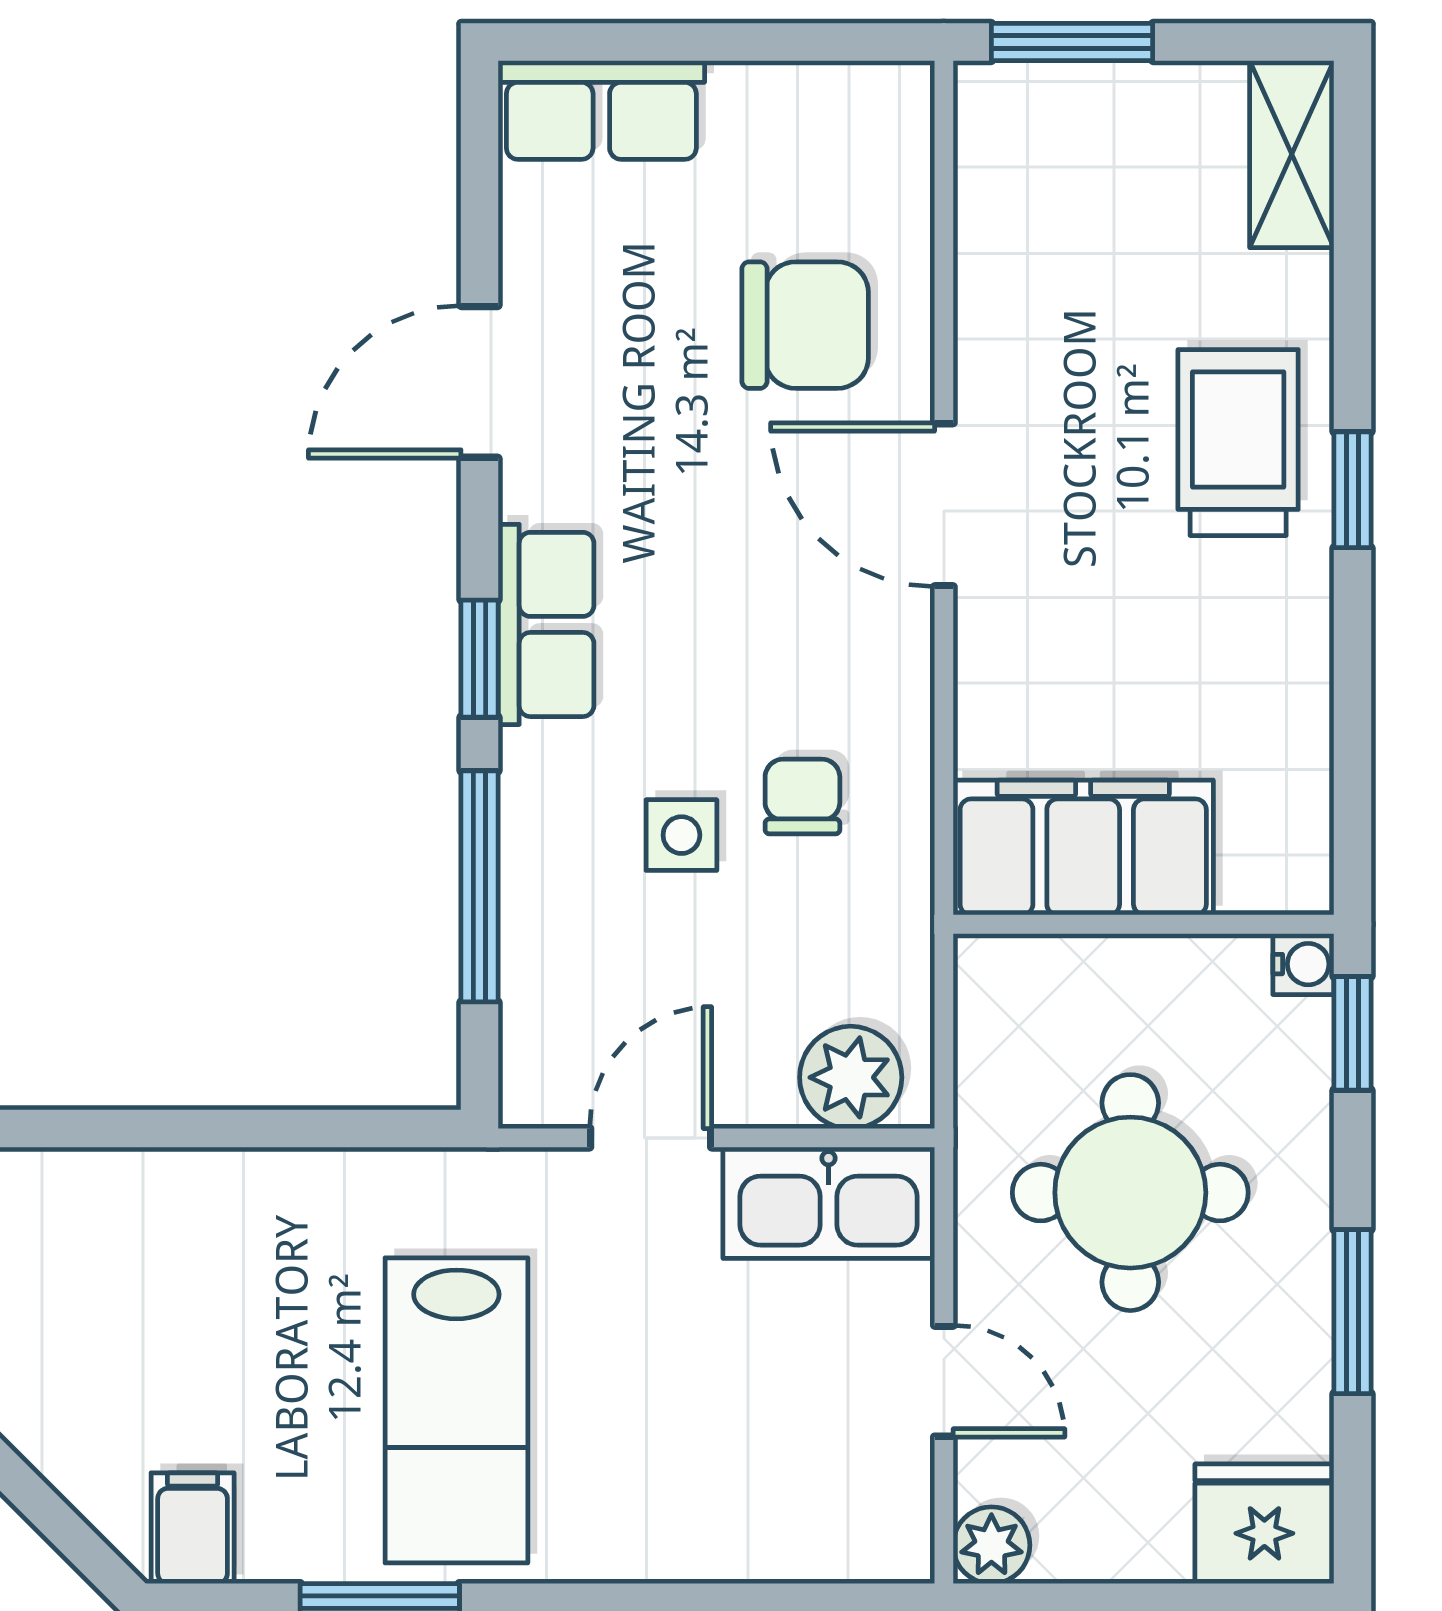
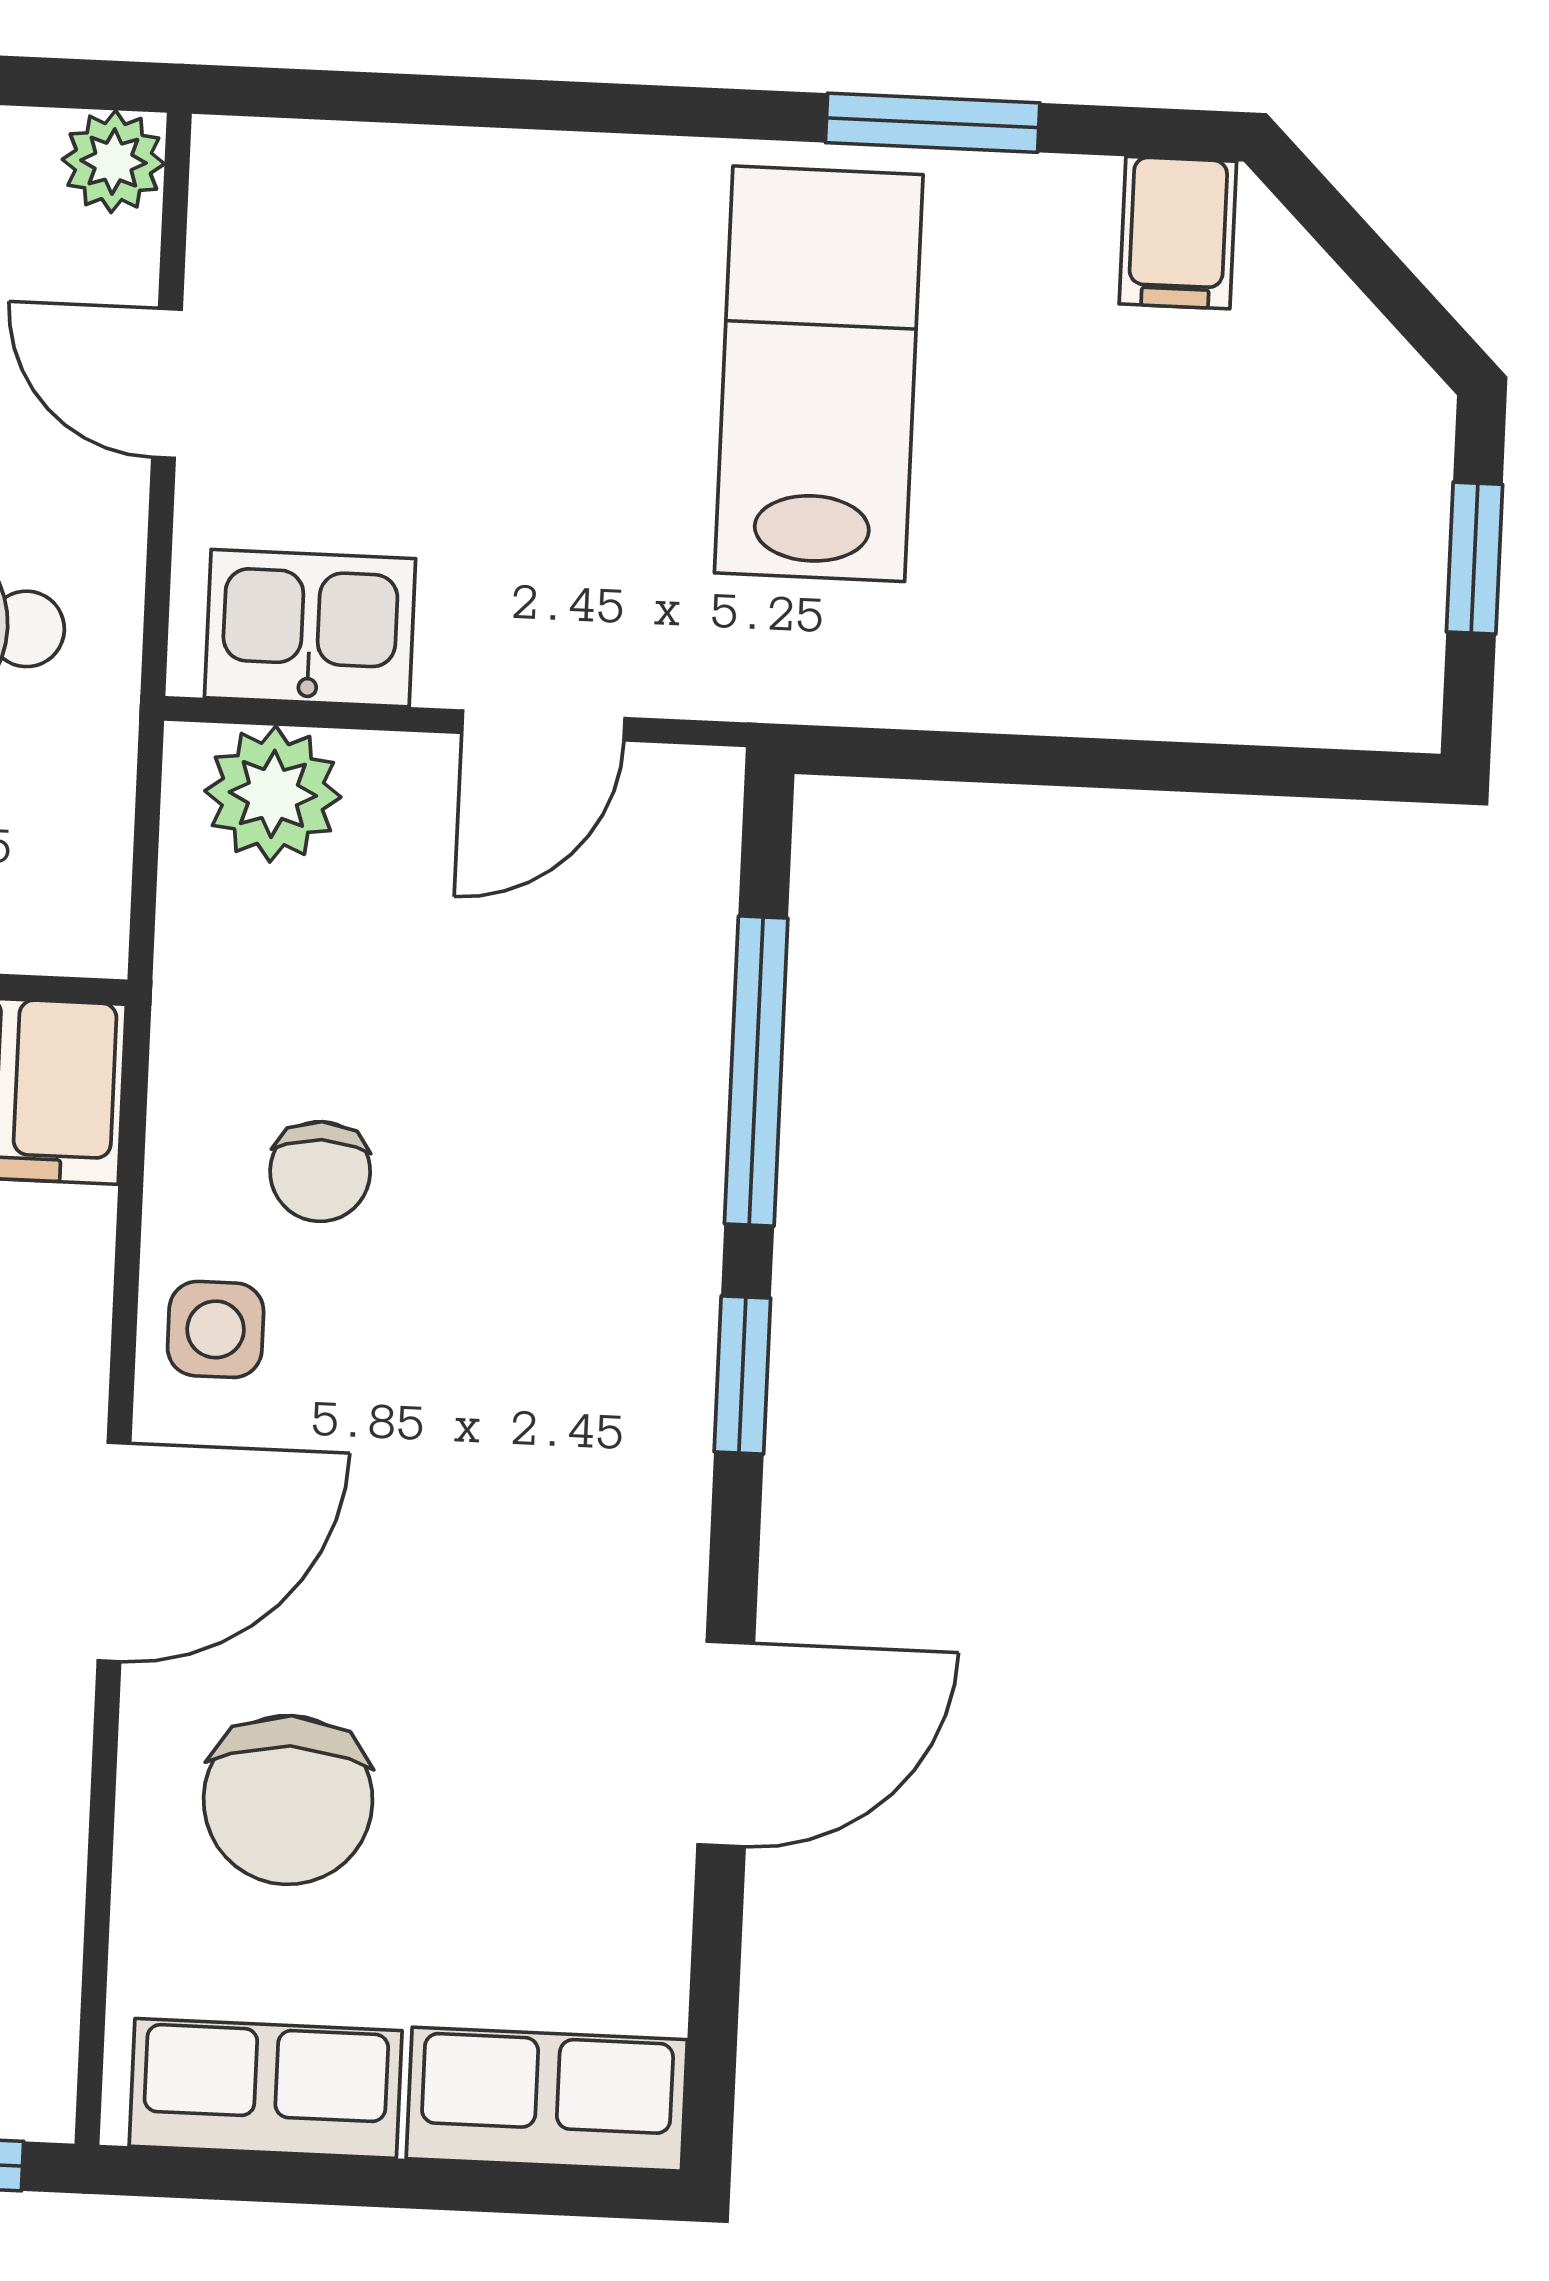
chair: (805, 325) -> (288, 1800), turned -90
door: (944, 505) -> (114, 1552), hinge flipped
row of seats: (546, 624) -> (266, 2088), moved, turned 90
side table: (681, 835) -> (216, 1329), moved
kitchen sink: (829, 1203) -> (310, 628), width x0.73

